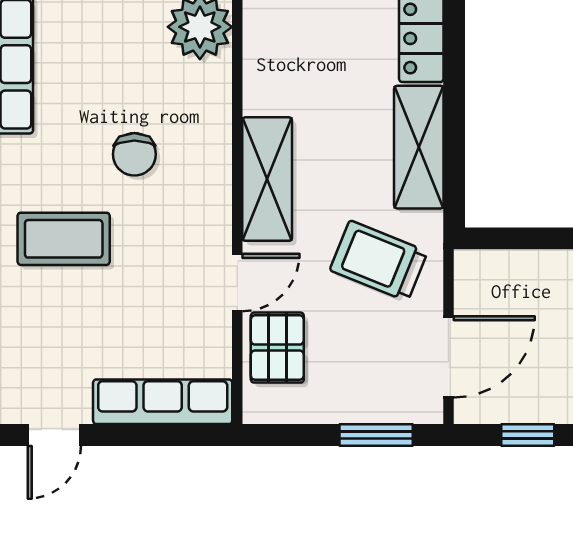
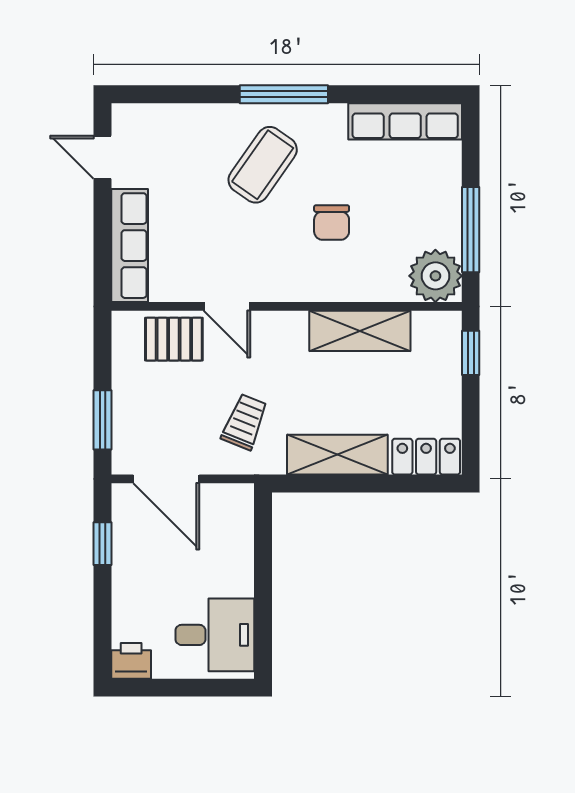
chair: (134, 154) -> (332, 223), turned -90
shelving: (267, 179) -> (360, 331), moved
coffee table: (64, 239) -> (263, 165), turned 35
trolley: (379, 261) -> (245, 422), width x0.73, depth x0.72

